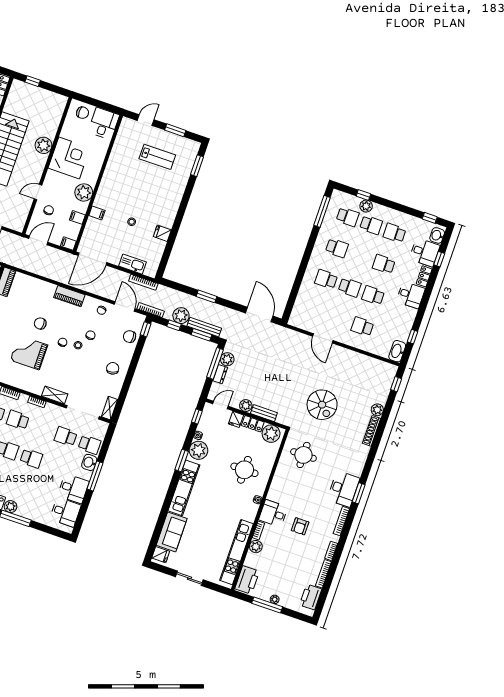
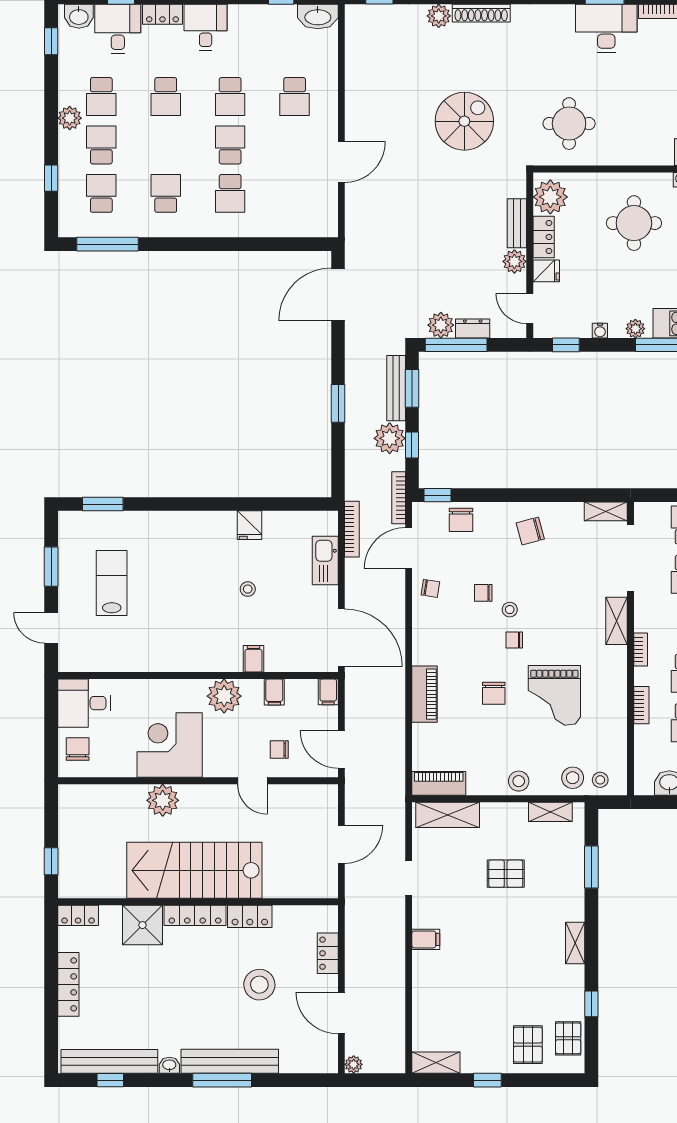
plant: (366, 206) -> (70, 118), moved
piano: (69, 296) -> (425, 694), moved
plant: (198, 450) -> (635, 329), width x0.53, depth x0.53

